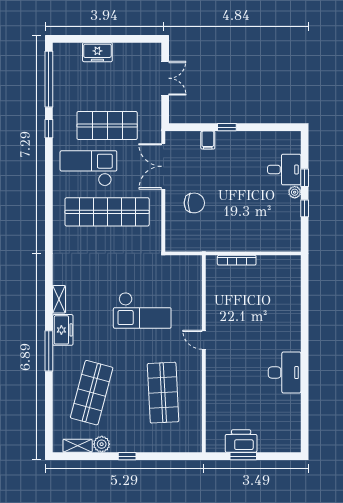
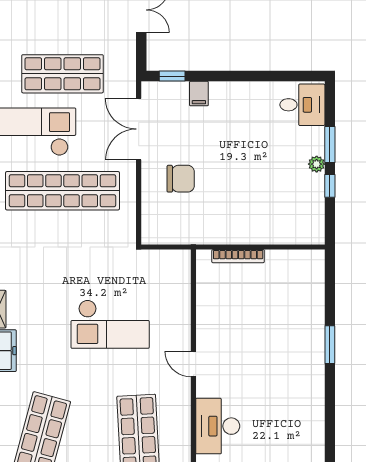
window: (227, 127) -> (172, 76), moved
desk: (284, 169) -> (302, 105), moved
window: (305, 178) -> (330, 144), width x1.50
window: (305, 326) -> (330, 345), added
desk: (285, 373) -> (218, 426), moved, turned 180

